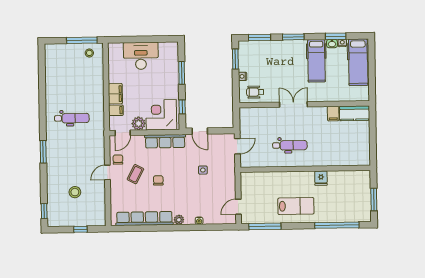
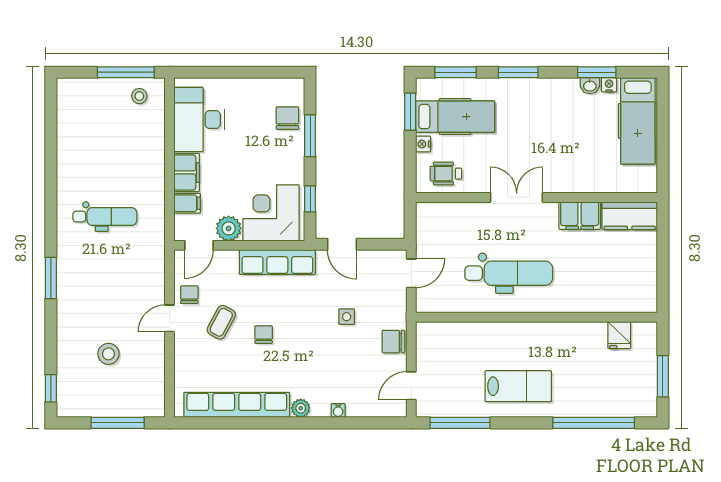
desk: (141, 56) -> (199, 120), moved, turned -90
hospital bed: (316, 61) -> (455, 117), moved, turned -90
chair: (169, 64) -> (287, 118), added
filing cabinet: (333, 114) -> (580, 216), width x2.00
dental chair: (290, 145) -> (509, 273), width x1.36, depth x1.38
fridge: (321, 178) -> (619, 335), moved
chair: (228, 183) -> (394, 342), added
window: (80, 229) -> (118, 423), width x2.17

